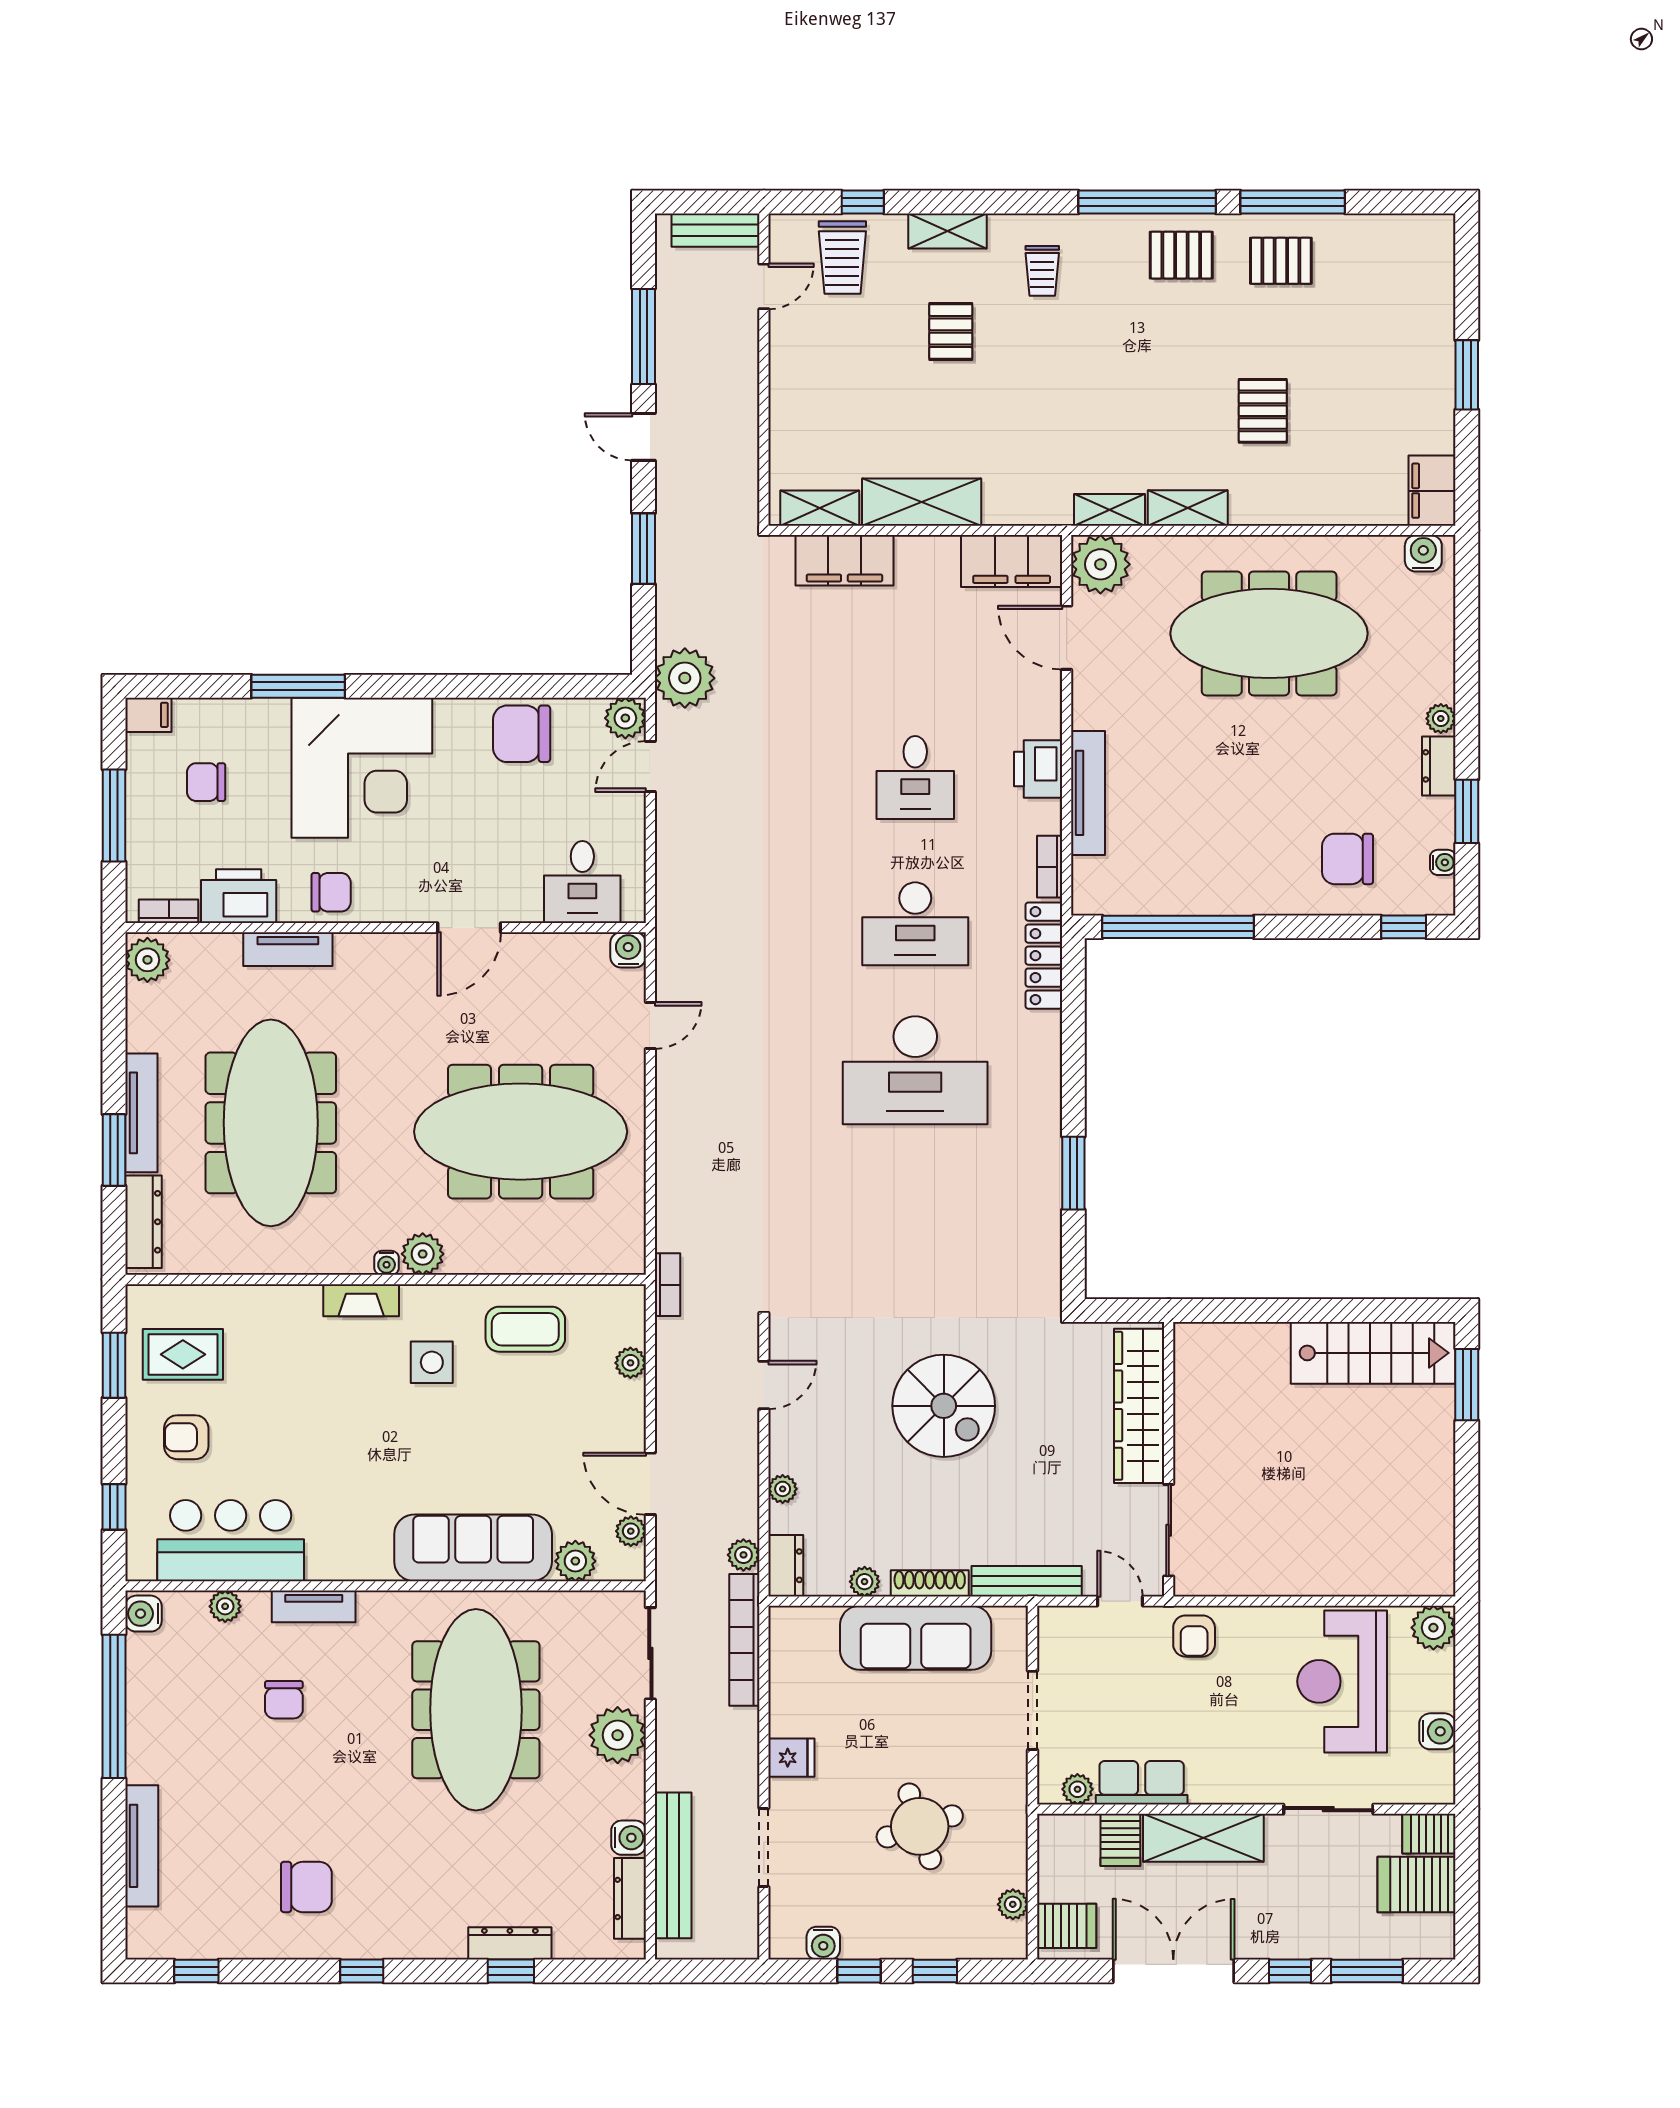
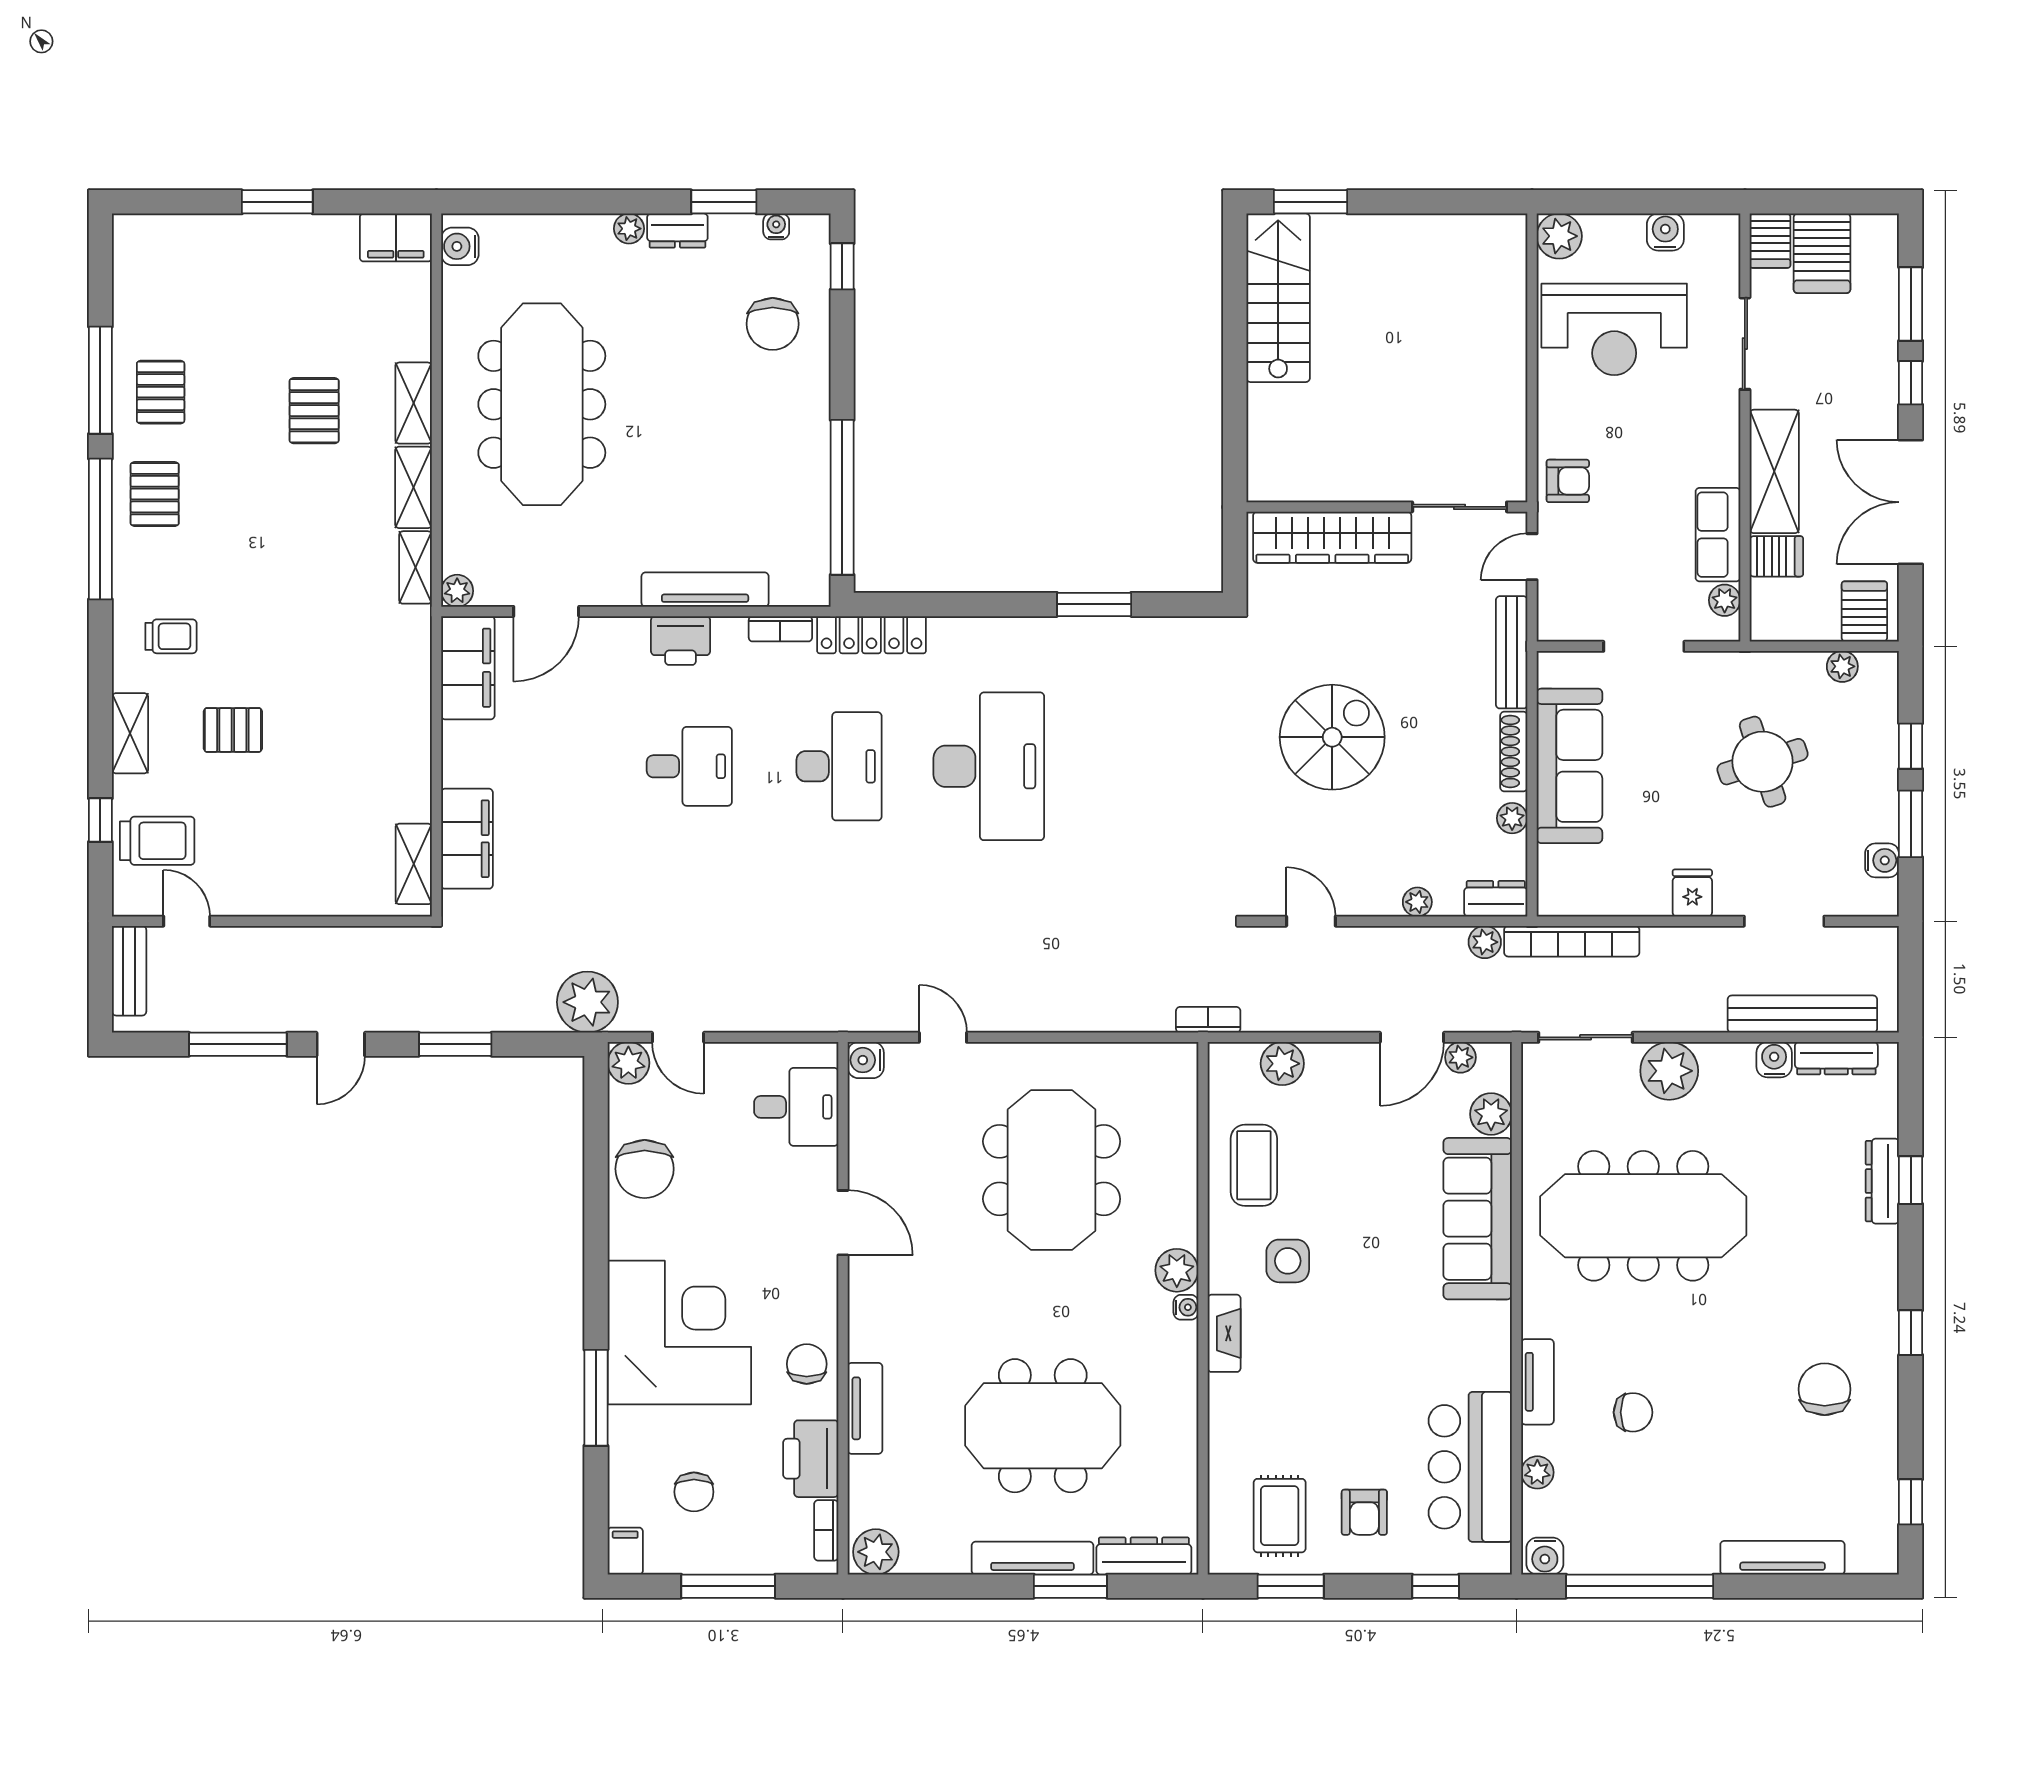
pallet: (1263, 411) -> (314, 411), turned 90
shelving: (922, 502) -> (414, 403), moved, width x0.67, depth x0.75
plant: (1100, 564) -> (457, 591), width x0.53, depth x0.53
meeting table: (271, 1123) -> (1043, 1426), width x0.73
meeting table: (521, 1132) -> (1052, 1170), width x0.73
plant: (630, 1363) -> (1282, 1064), width x1.38, depth x1.38
window: (859, 1971) -> (1911, 824), width x1.50

